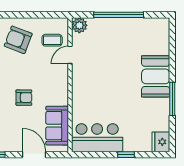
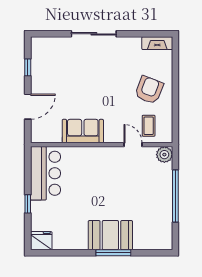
armchair: (24, 98) -> (88, 96), removed
window: (172, 99) -> (113, 253), moved
sofa: (57, 126) -> (83, 131), moved

